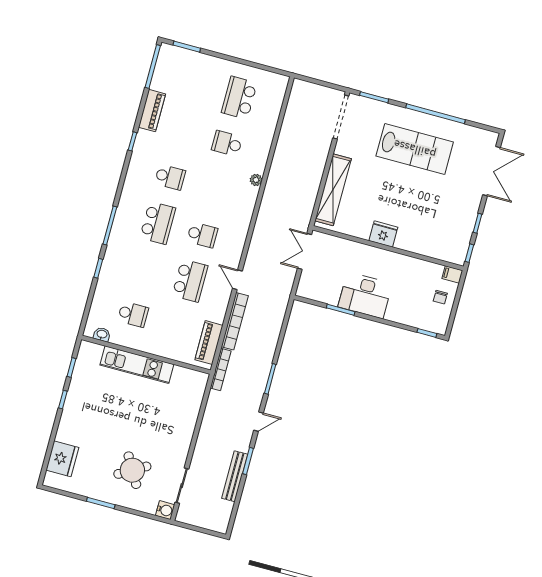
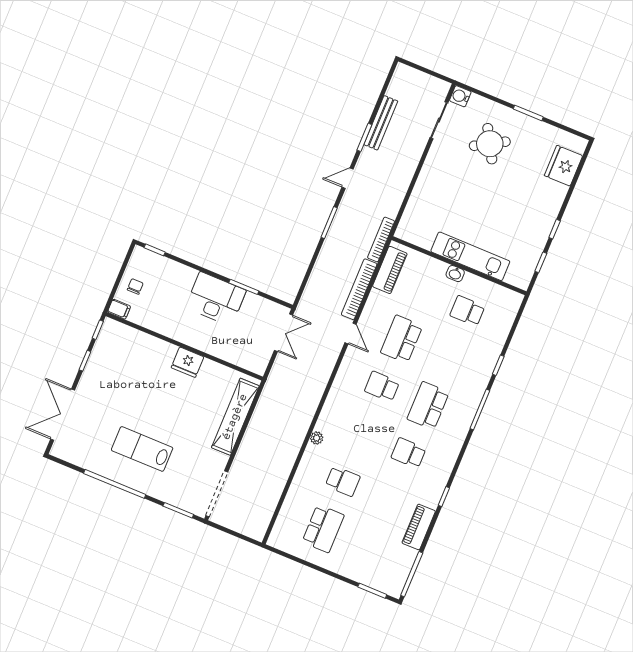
lab bench: (415, 149) -> (142, 449), width x0.73, depth x0.72
double door: (305, 251) -> (284, 333), moved
washbasin: (102, 334) -> (455, 274), moved

